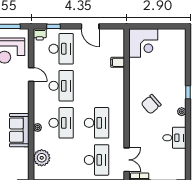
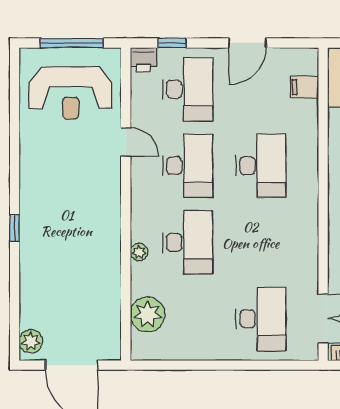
door: (90, 26) -> (248, 43), hinge flipped
filing cabinet: (118, 62) -> (304, 87), moved
desk: (97, 123) -> (261, 166), moved
sofa: (19, 130) -> (101, 257), removed

